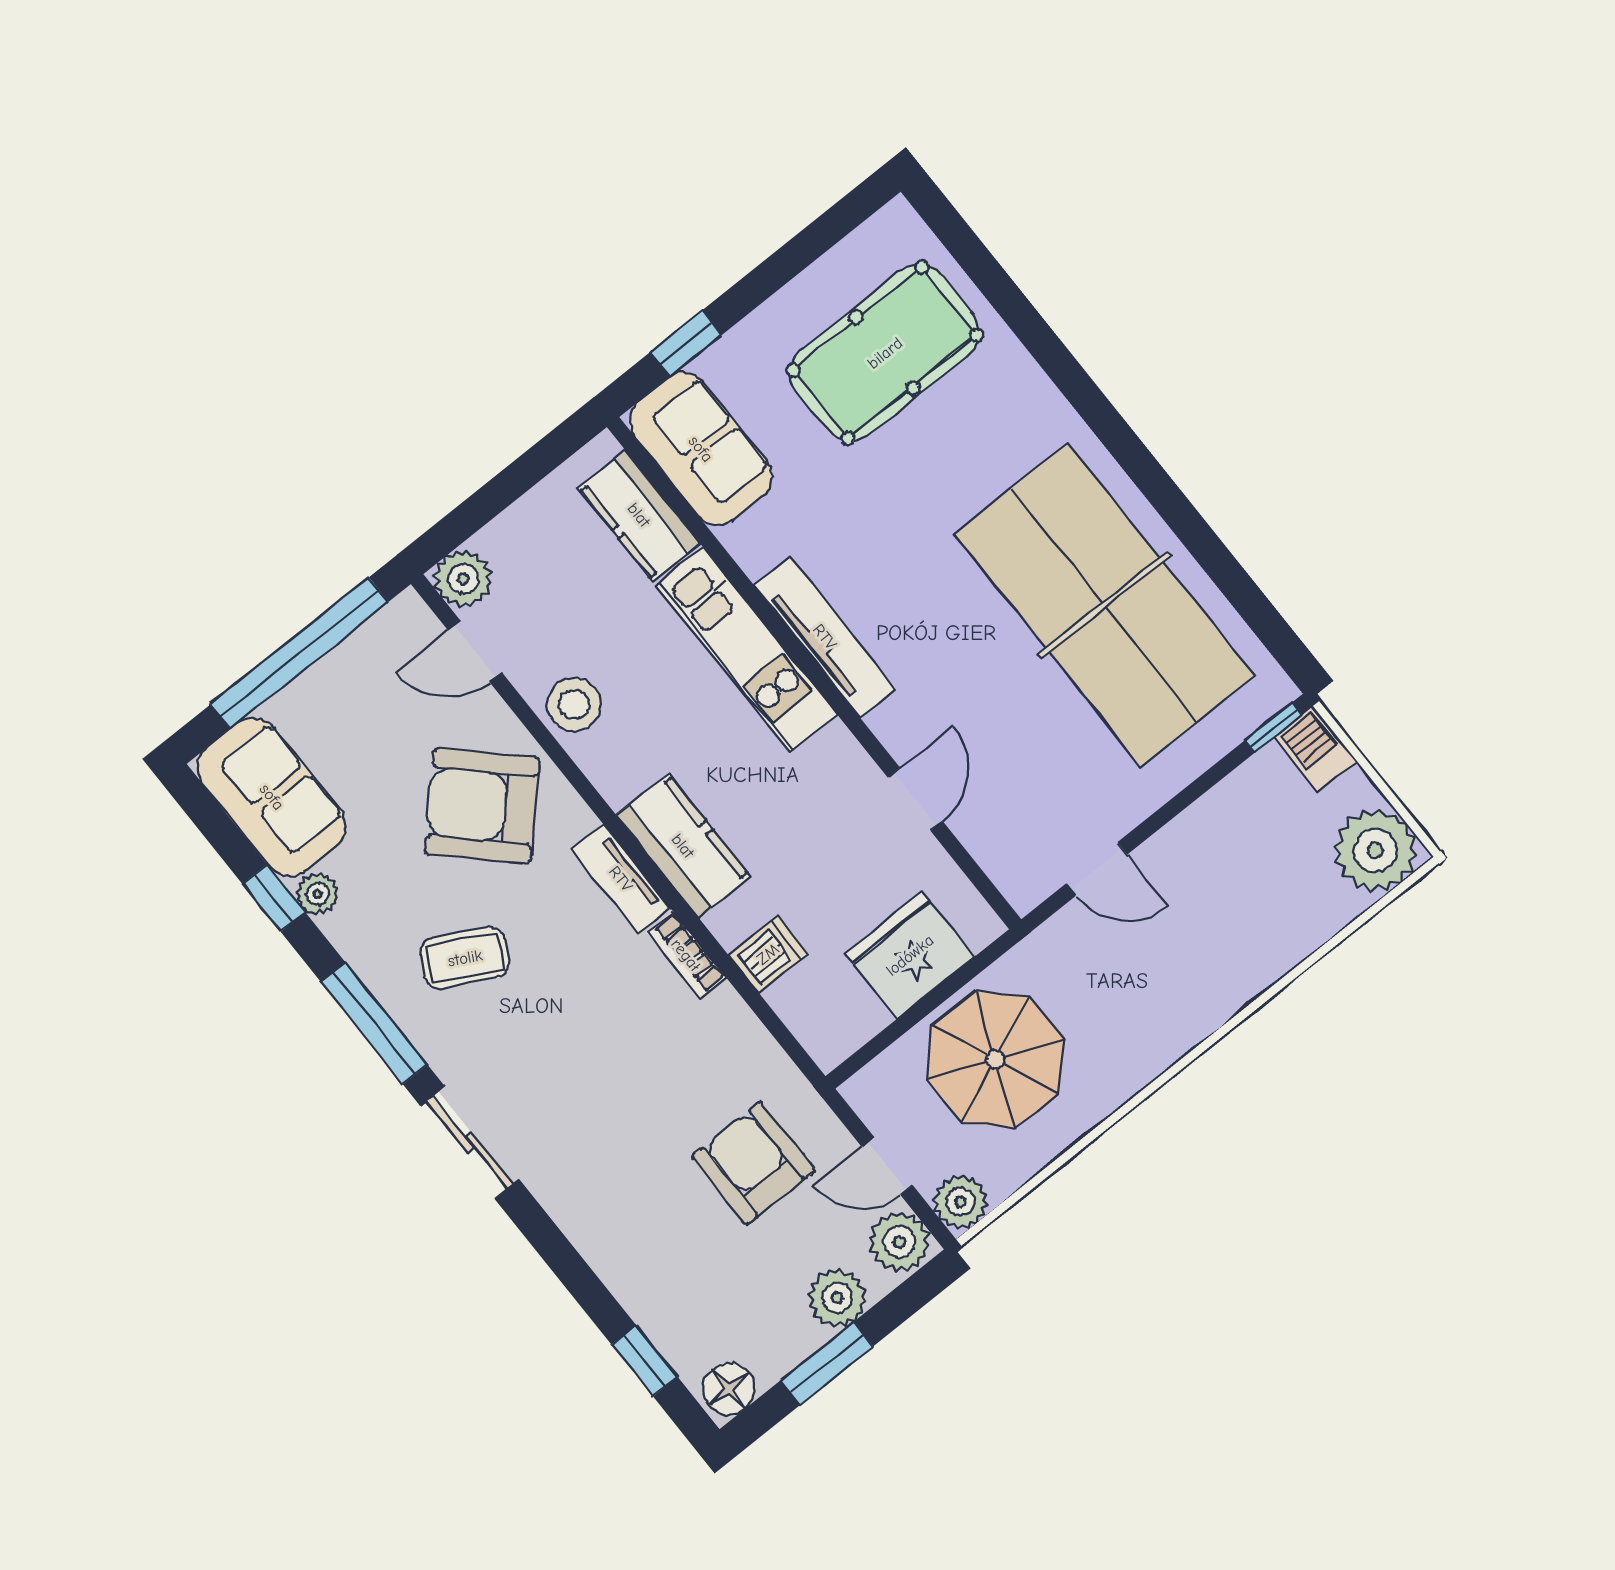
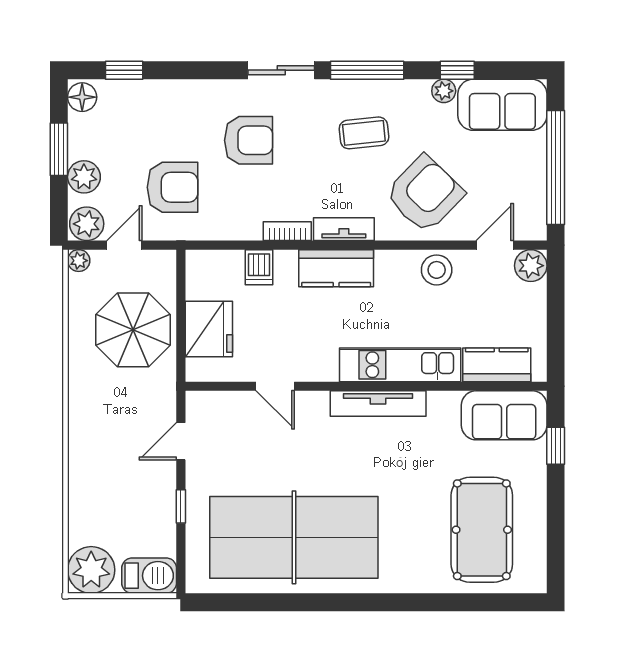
window: (1274, 727) -> (181, 506), moved
barbecue: (1315, 749) -> (149, 576), width x1.38, depth x1.27
coffee table: (465, 958) -> (364, 133), turned 56
armchair: (603, 1110) -> (249, 140), added
plant: (960, 1202) -> (79, 261), width x0.73, depth x0.73

